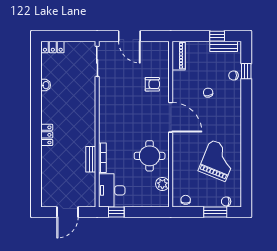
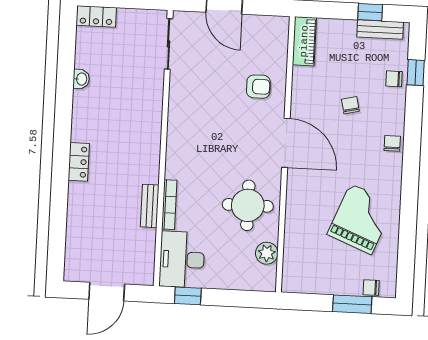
chair: (186, 200) -> (392, 143), moved

